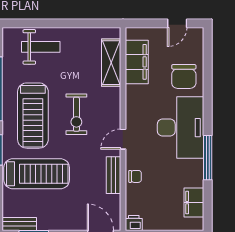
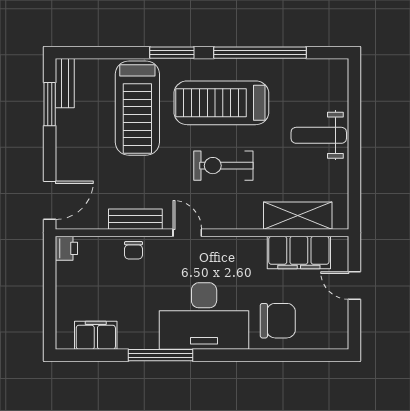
door: (177, 23) -> (354, 285), moved
weight bench: (41, 47) -> (319, 135), moved, turned 90
chair: (184, 76) -> (278, 321), turned 180

